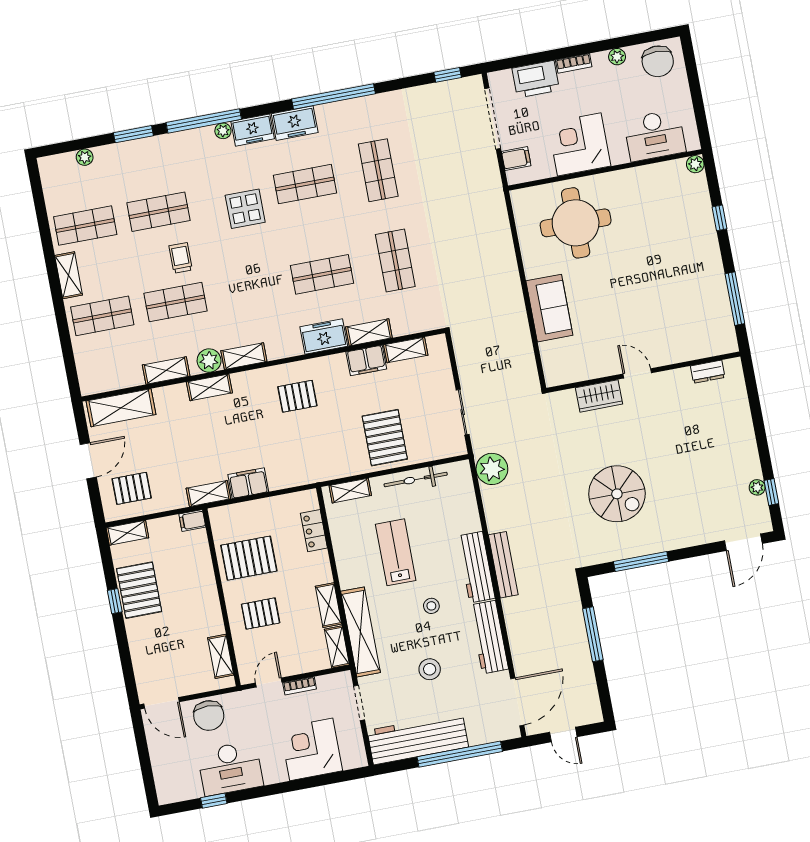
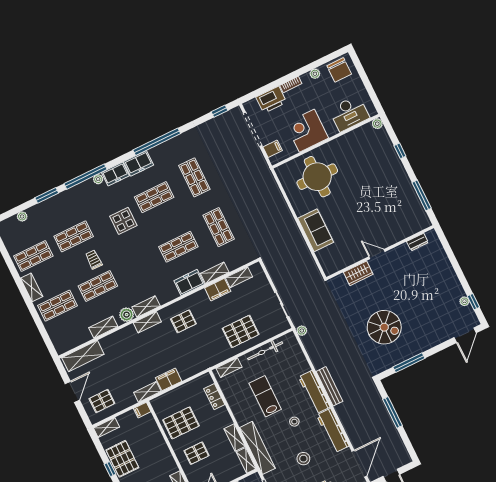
shelving: (209, 387) -> (147, 322), moved
pallet: (385, 438) -> (241, 331), turned 90
plant: (492, 469) -> (302, 331), width x0.53, depth x0.53

